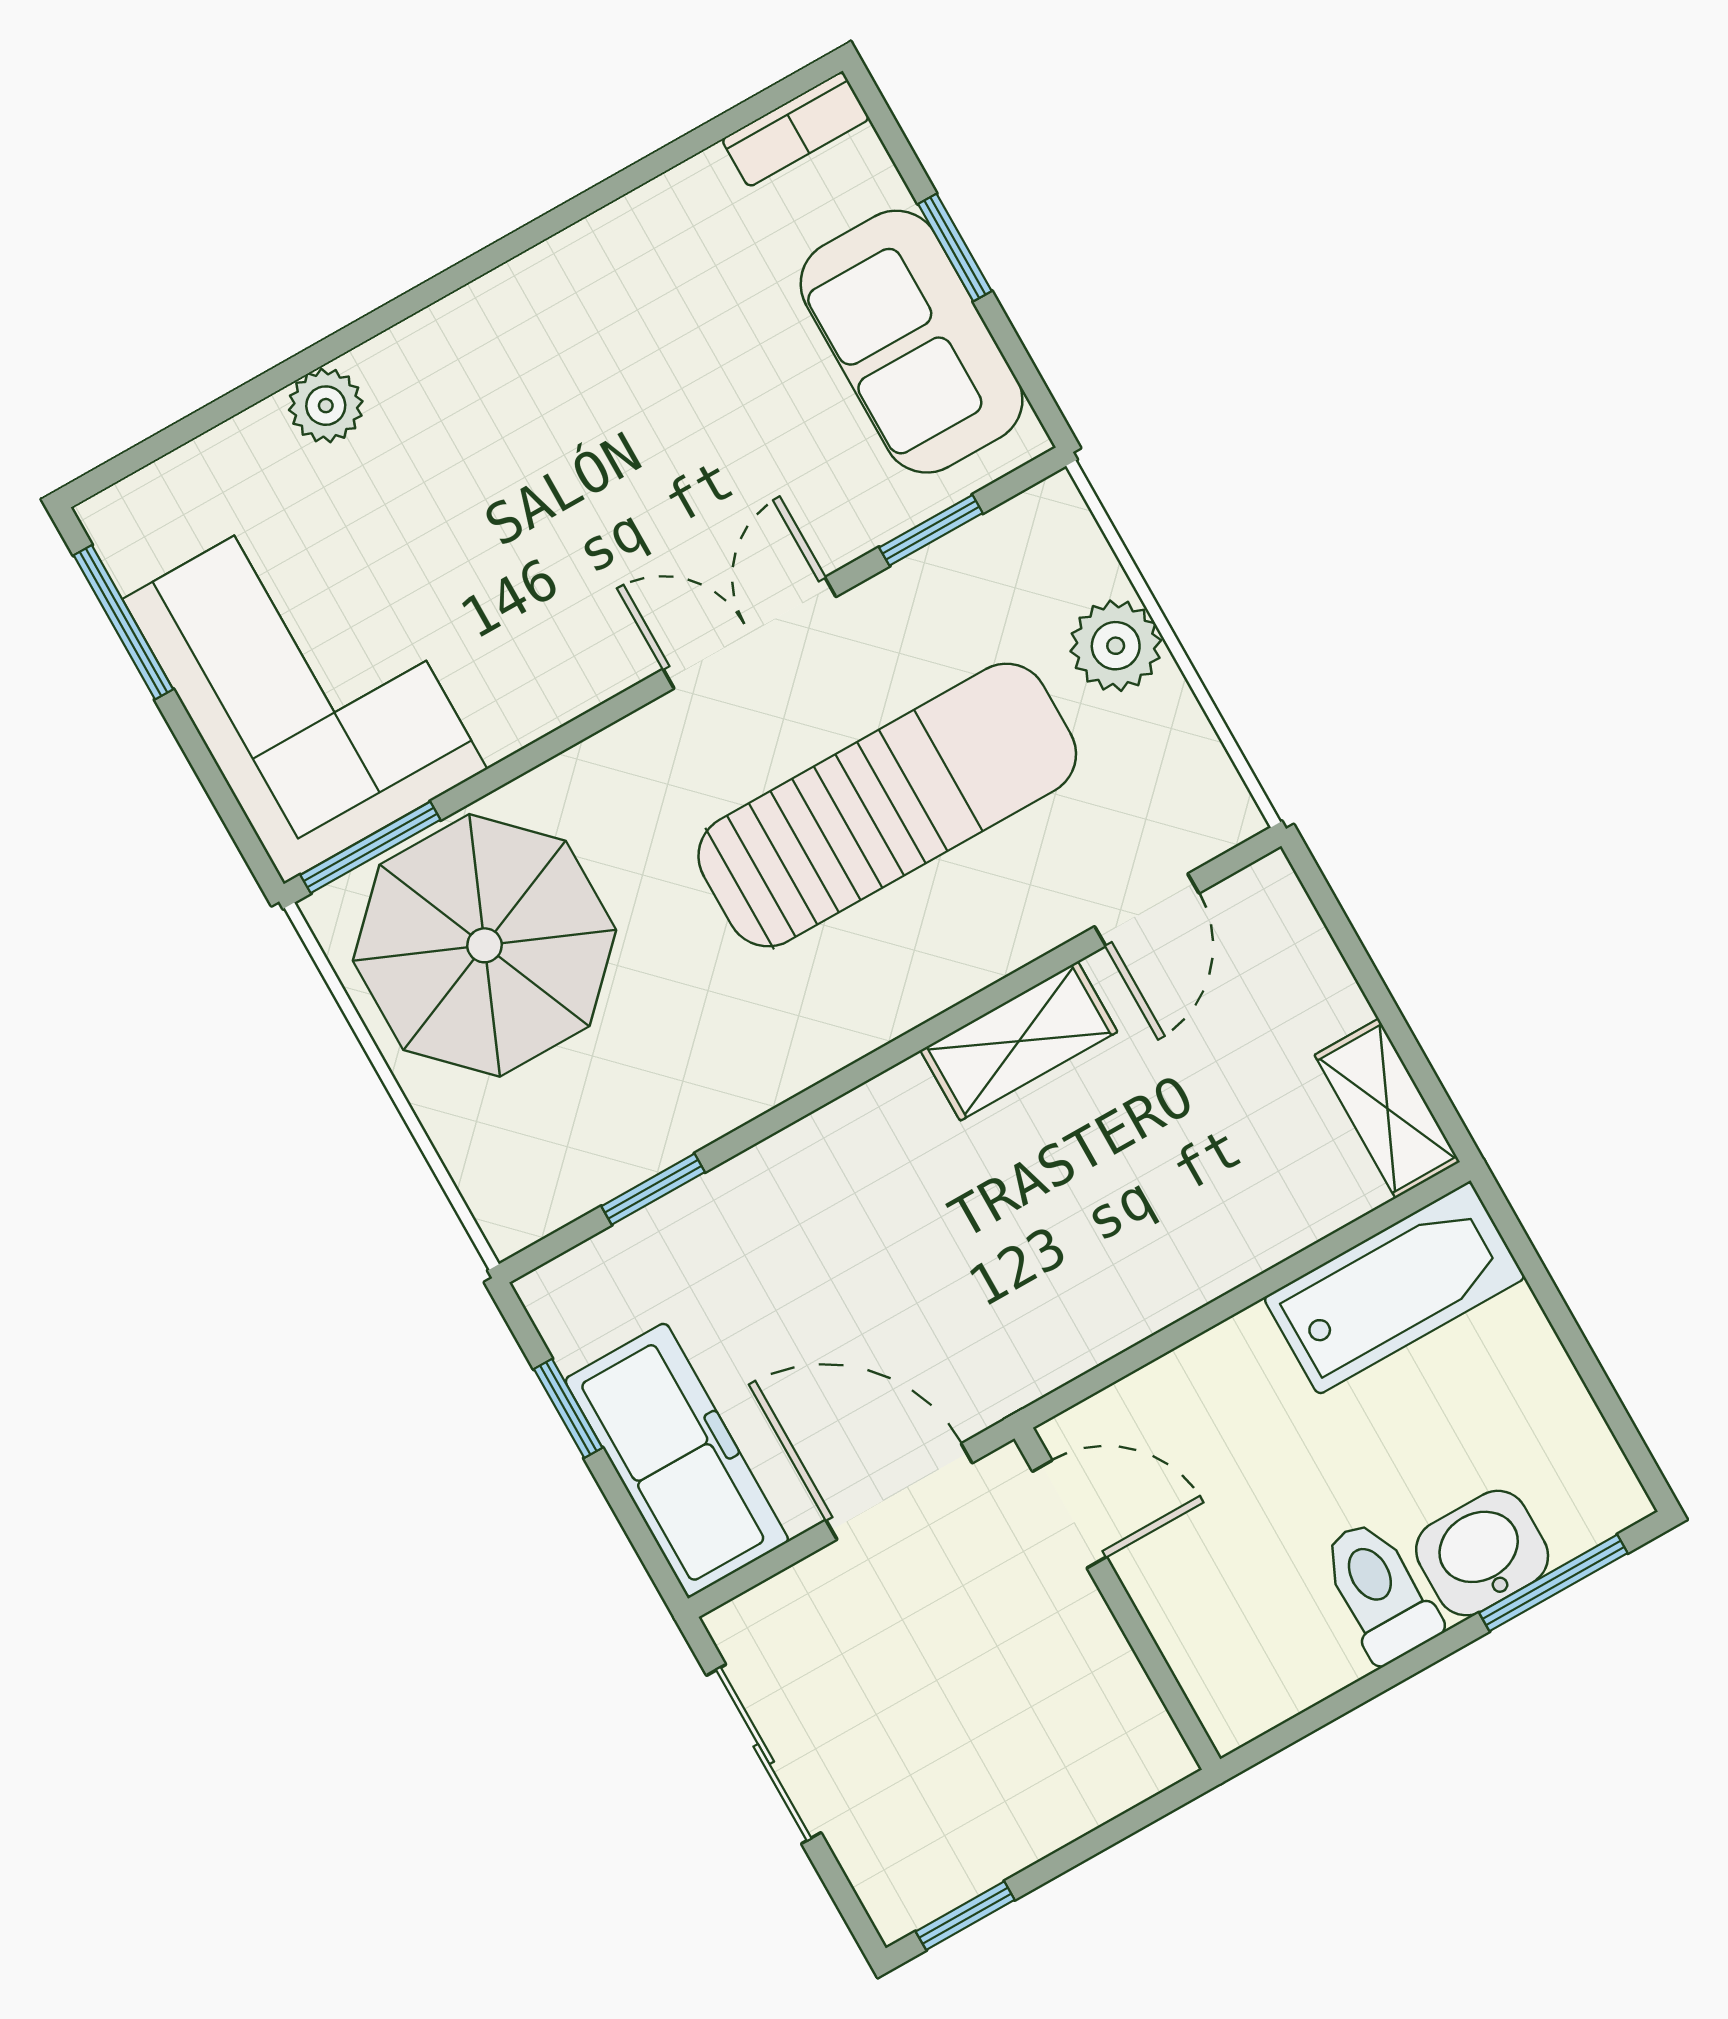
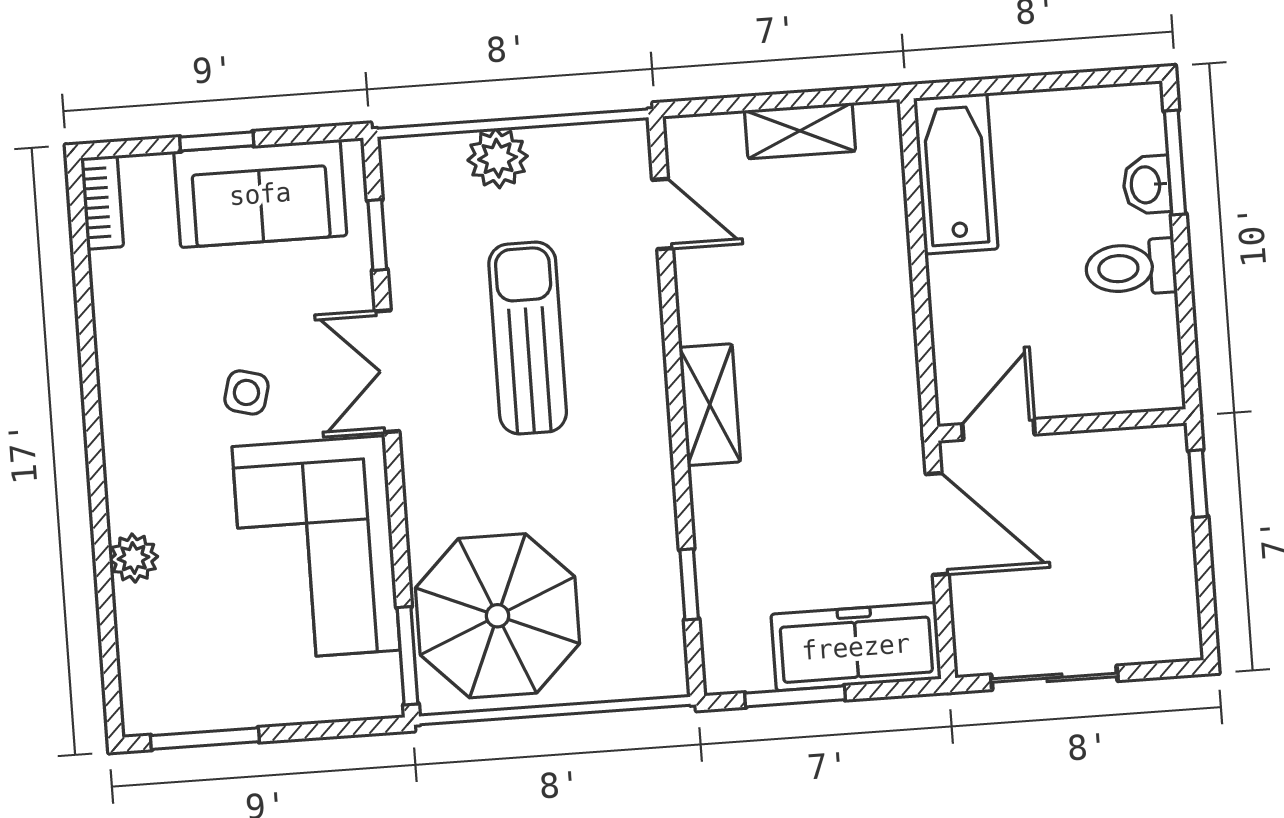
side table: (628, 453) -> (246, 392), added
corner sofa: (305, 684) -> (316, 548), moved, turned -90
sun lounger: (887, 805) -> (528, 338), width x0.73, depth x0.75
shelving: (1019, 1041) -> (710, 405), moved
shelving: (1387, 1108) -> (800, 131), moved
window: (568, 1408) -> (795, 696), width x1.50
door: (899, 1491) -> (937, 524), swing flipped
washbasin: (1482, 1553) -> (1147, 185), width x0.72, depth x0.69
window: (965, 1916) -> (1198, 484), moved

